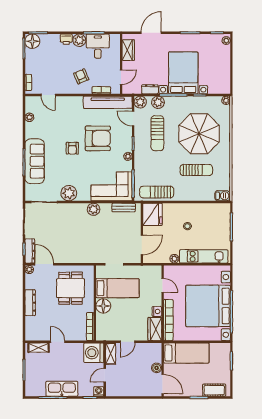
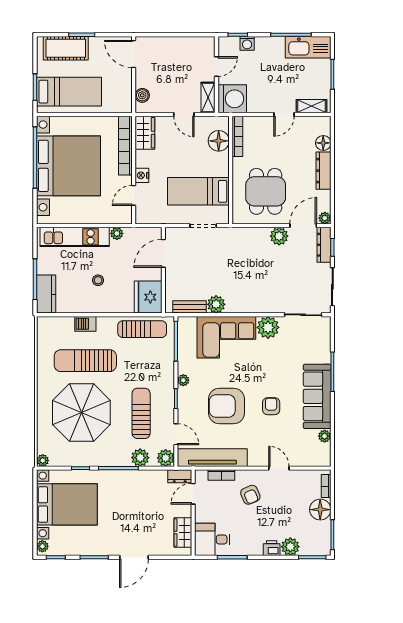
door: (151, 33) -> (134, 557), moved
plant: (79, 40) -> (290, 547), moved
floor lamp: (32, 41) -> (320, 510), moved
desk: (98, 46) -> (212, 539), moved, turned 90
bed with nightstands: (183, 73) -> (67, 504), moved, turned -90
dresser: (150, 89) -> (180, 476), moved
door: (48, 95) -> (279, 468), moved
armchair: (72, 148) -> (271, 406), moved
sofa: (35, 161) -> (317, 396), moved
sun lounger: (196, 170) -> (85, 361), width x1.36, depth x1.34
corner sofa: (112, 186) -> (226, 337), moved
barbecue: (222, 196) -> (85, 324), moved
plant: (94, 209) -> (216, 304), moved
kitchen counter: (224, 216) -> (46, 294), added
plant: (61, 257) -> (279, 236), added
door: (44, 264) -> (303, 226), swing flipped
door: (163, 285) -> (134, 195), hinge flipped
floor lamp: (103, 306) -> (219, 141), moved
nightstand: (157, 311) -> (142, 175), moved
floor lamp: (30, 322) -> (323, 143), added
door: (58, 342) -> (284, 115), hinge flipped
door: (128, 342) -> (184, 115), swing flipped
bed: (186, 353) -> (69, 92), moved, turned 180
boiler: (157, 368) -> (142, 95), moved
kitchen sink: (62, 389) -> (308, 47), moved
cot: (214, 390) -> (66, 48), width x1.37, depth x1.34
washing machine: (99, 391) -> (247, 43), moved

